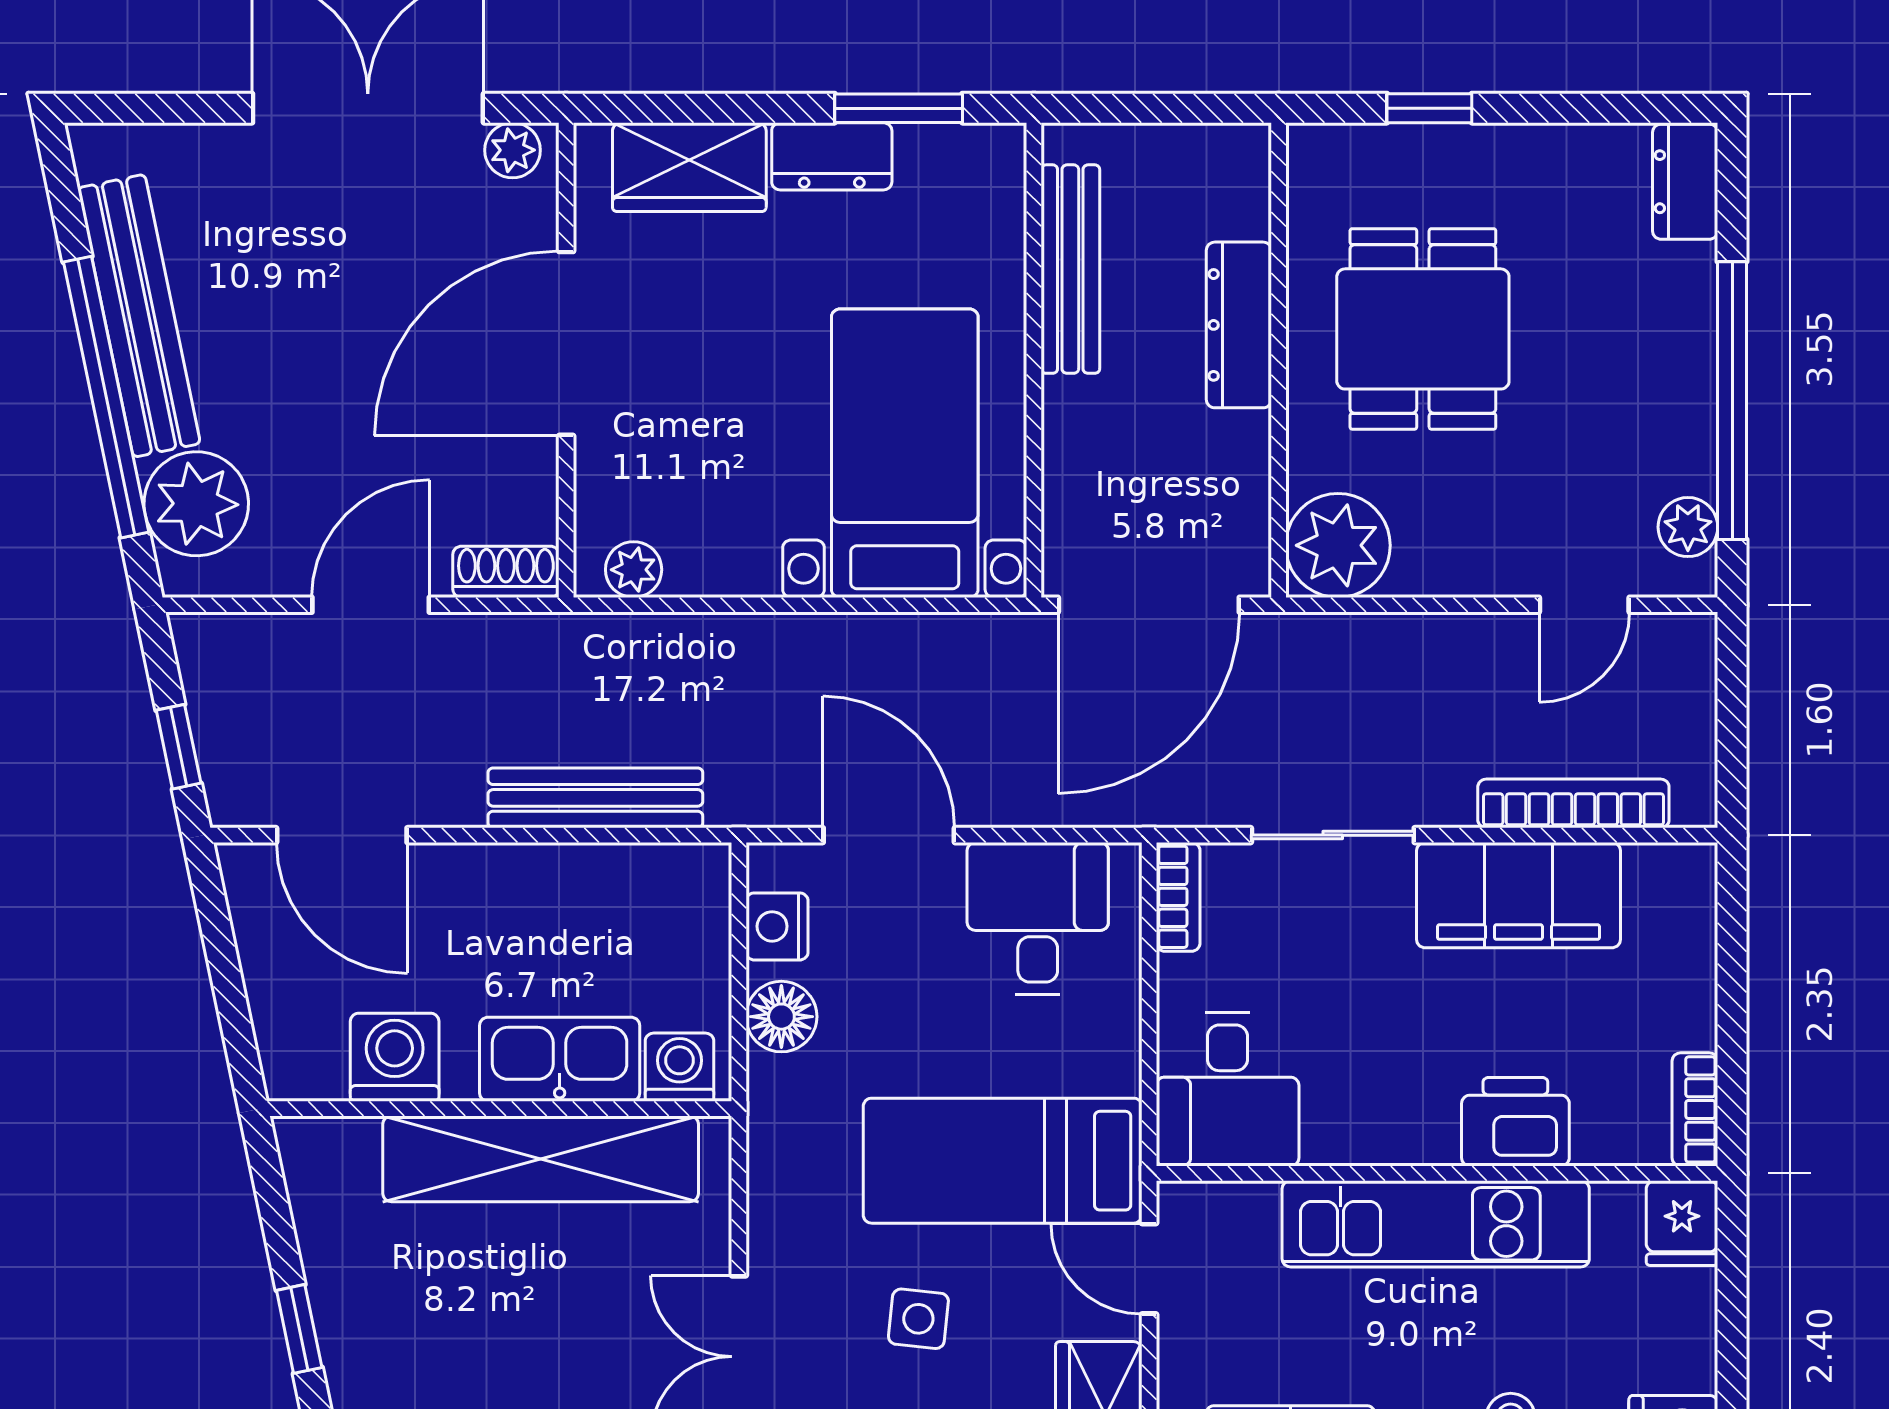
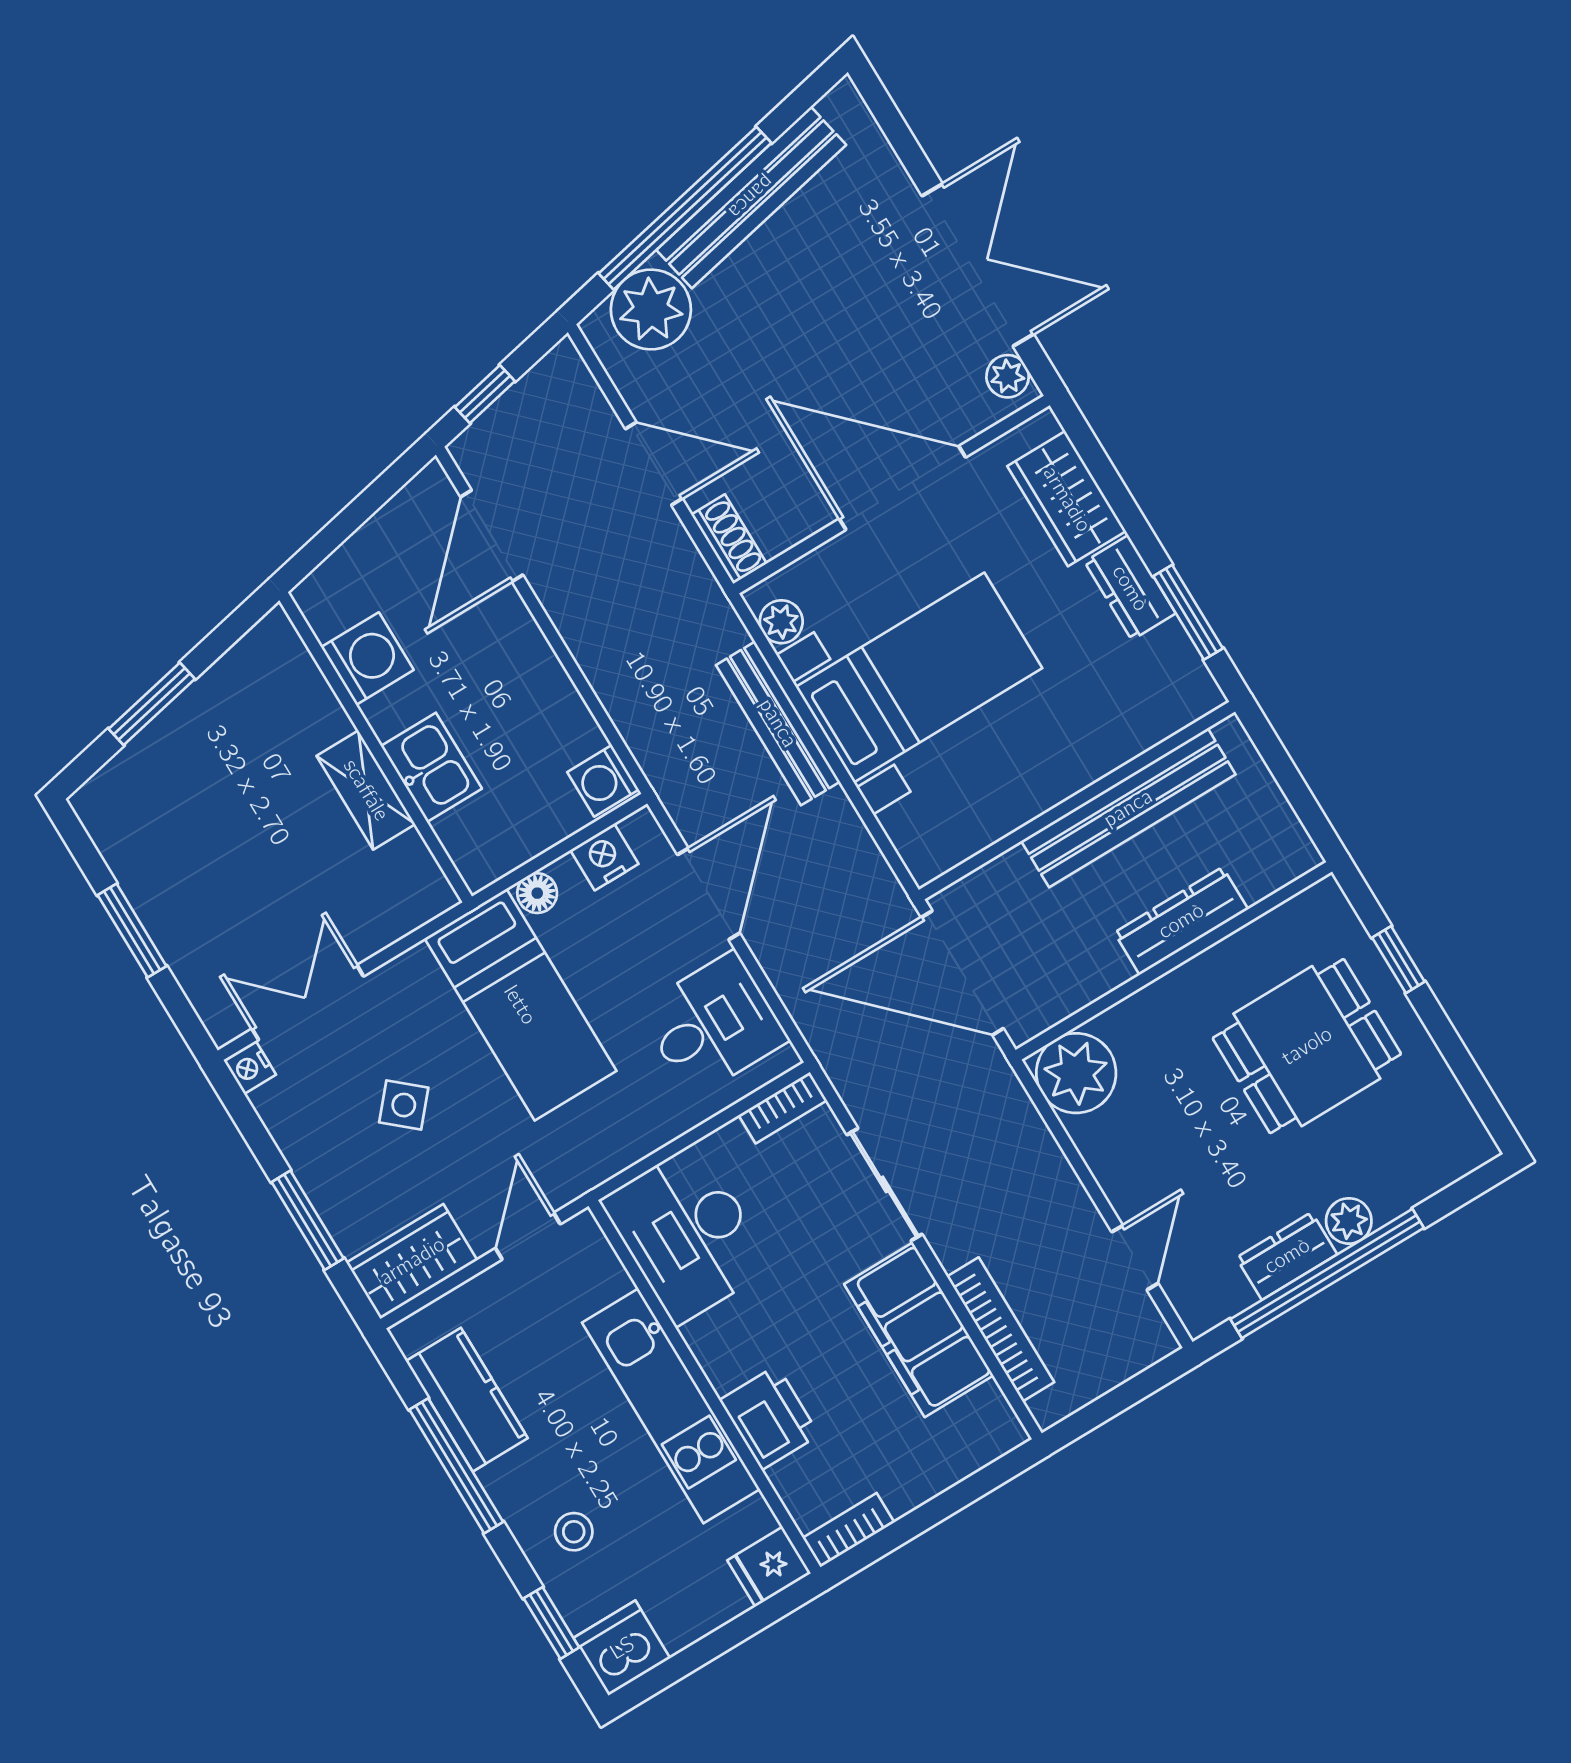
dresser: (1685, 182) -> (1287, 1256), moved
bench: (1070, 269) -> (1128, 808), width x1.37, depth x1.21
dining table: (1423, 329) -> (1307, 1046), moved
bed with nightstands: (905, 453) -> (919, 678), moved
plant: (1688, 527) -> (1349, 1221), moved
door: (1584, 605) -> (1135, 1258), swing flipped
bench: (595, 798) -> (778, 723), moved
floor lamp: (781, 1017) -> (537, 893), width x0.73, depth x0.73
kitchen sink: (560, 1059) -> (431, 767), width x0.73
washing machine: (680, 1067) -> (603, 781), moved, turned 180
desk: (1228, 1089) -> (687, 1234), width x1.37
shelving: (541, 1159) -> (366, 790), width x0.45, depth x0.75
bed: (1003, 1161) -> (520, 1005), moved, turned 180
side table: (918, 1319) -> (404, 1105), turned 35
window: (299, 1329) -> (152, 704), width x1.50

